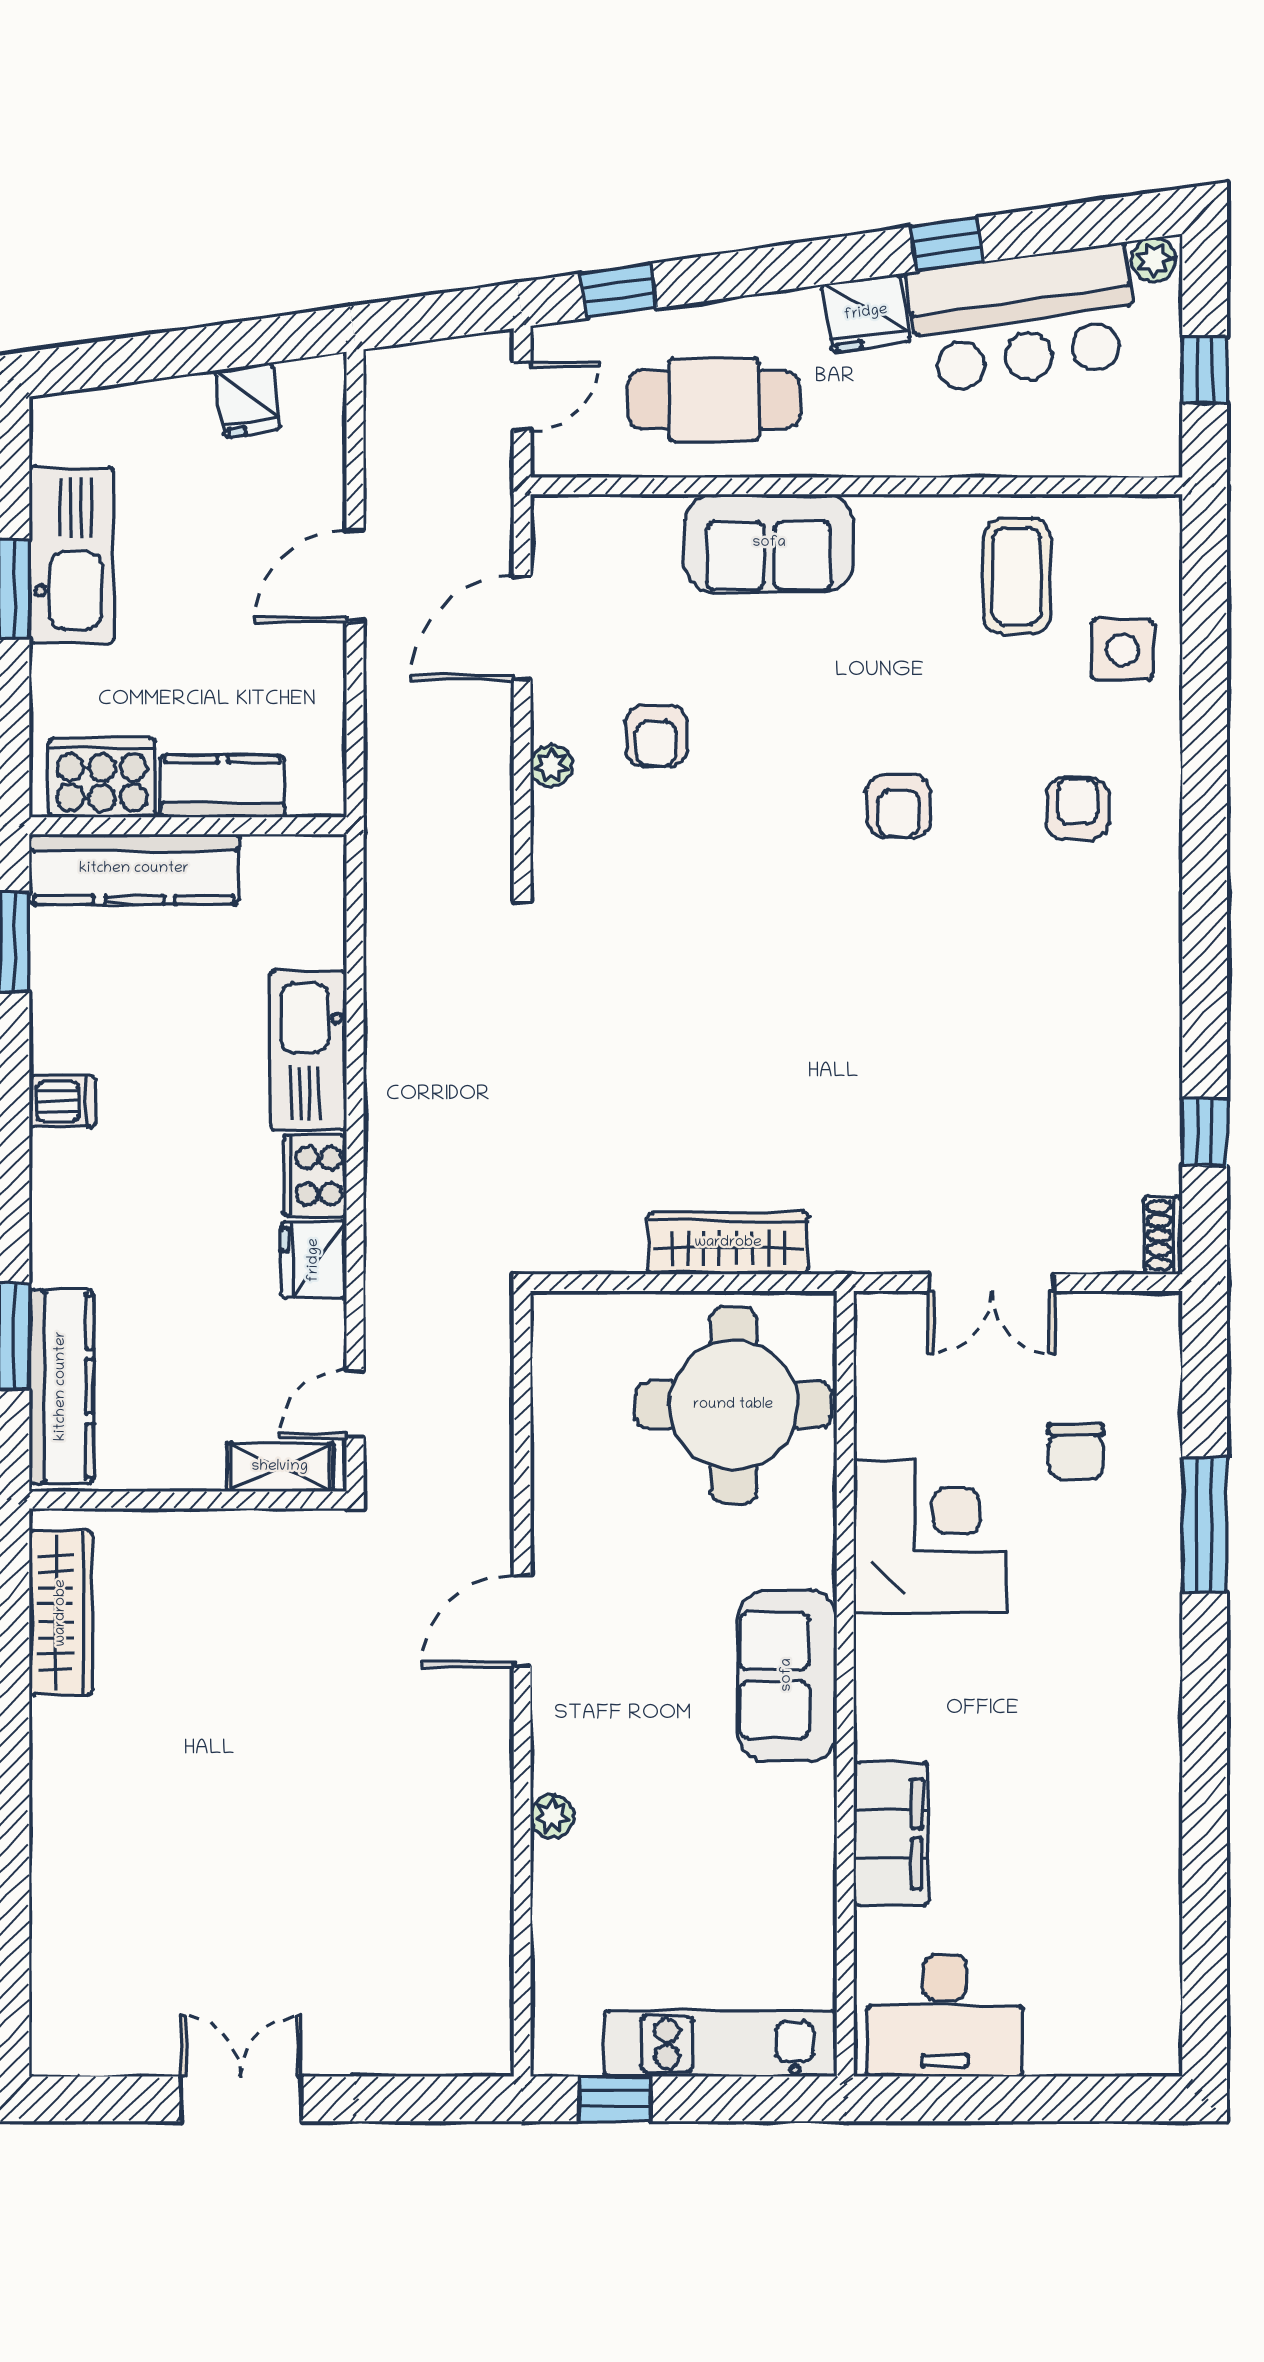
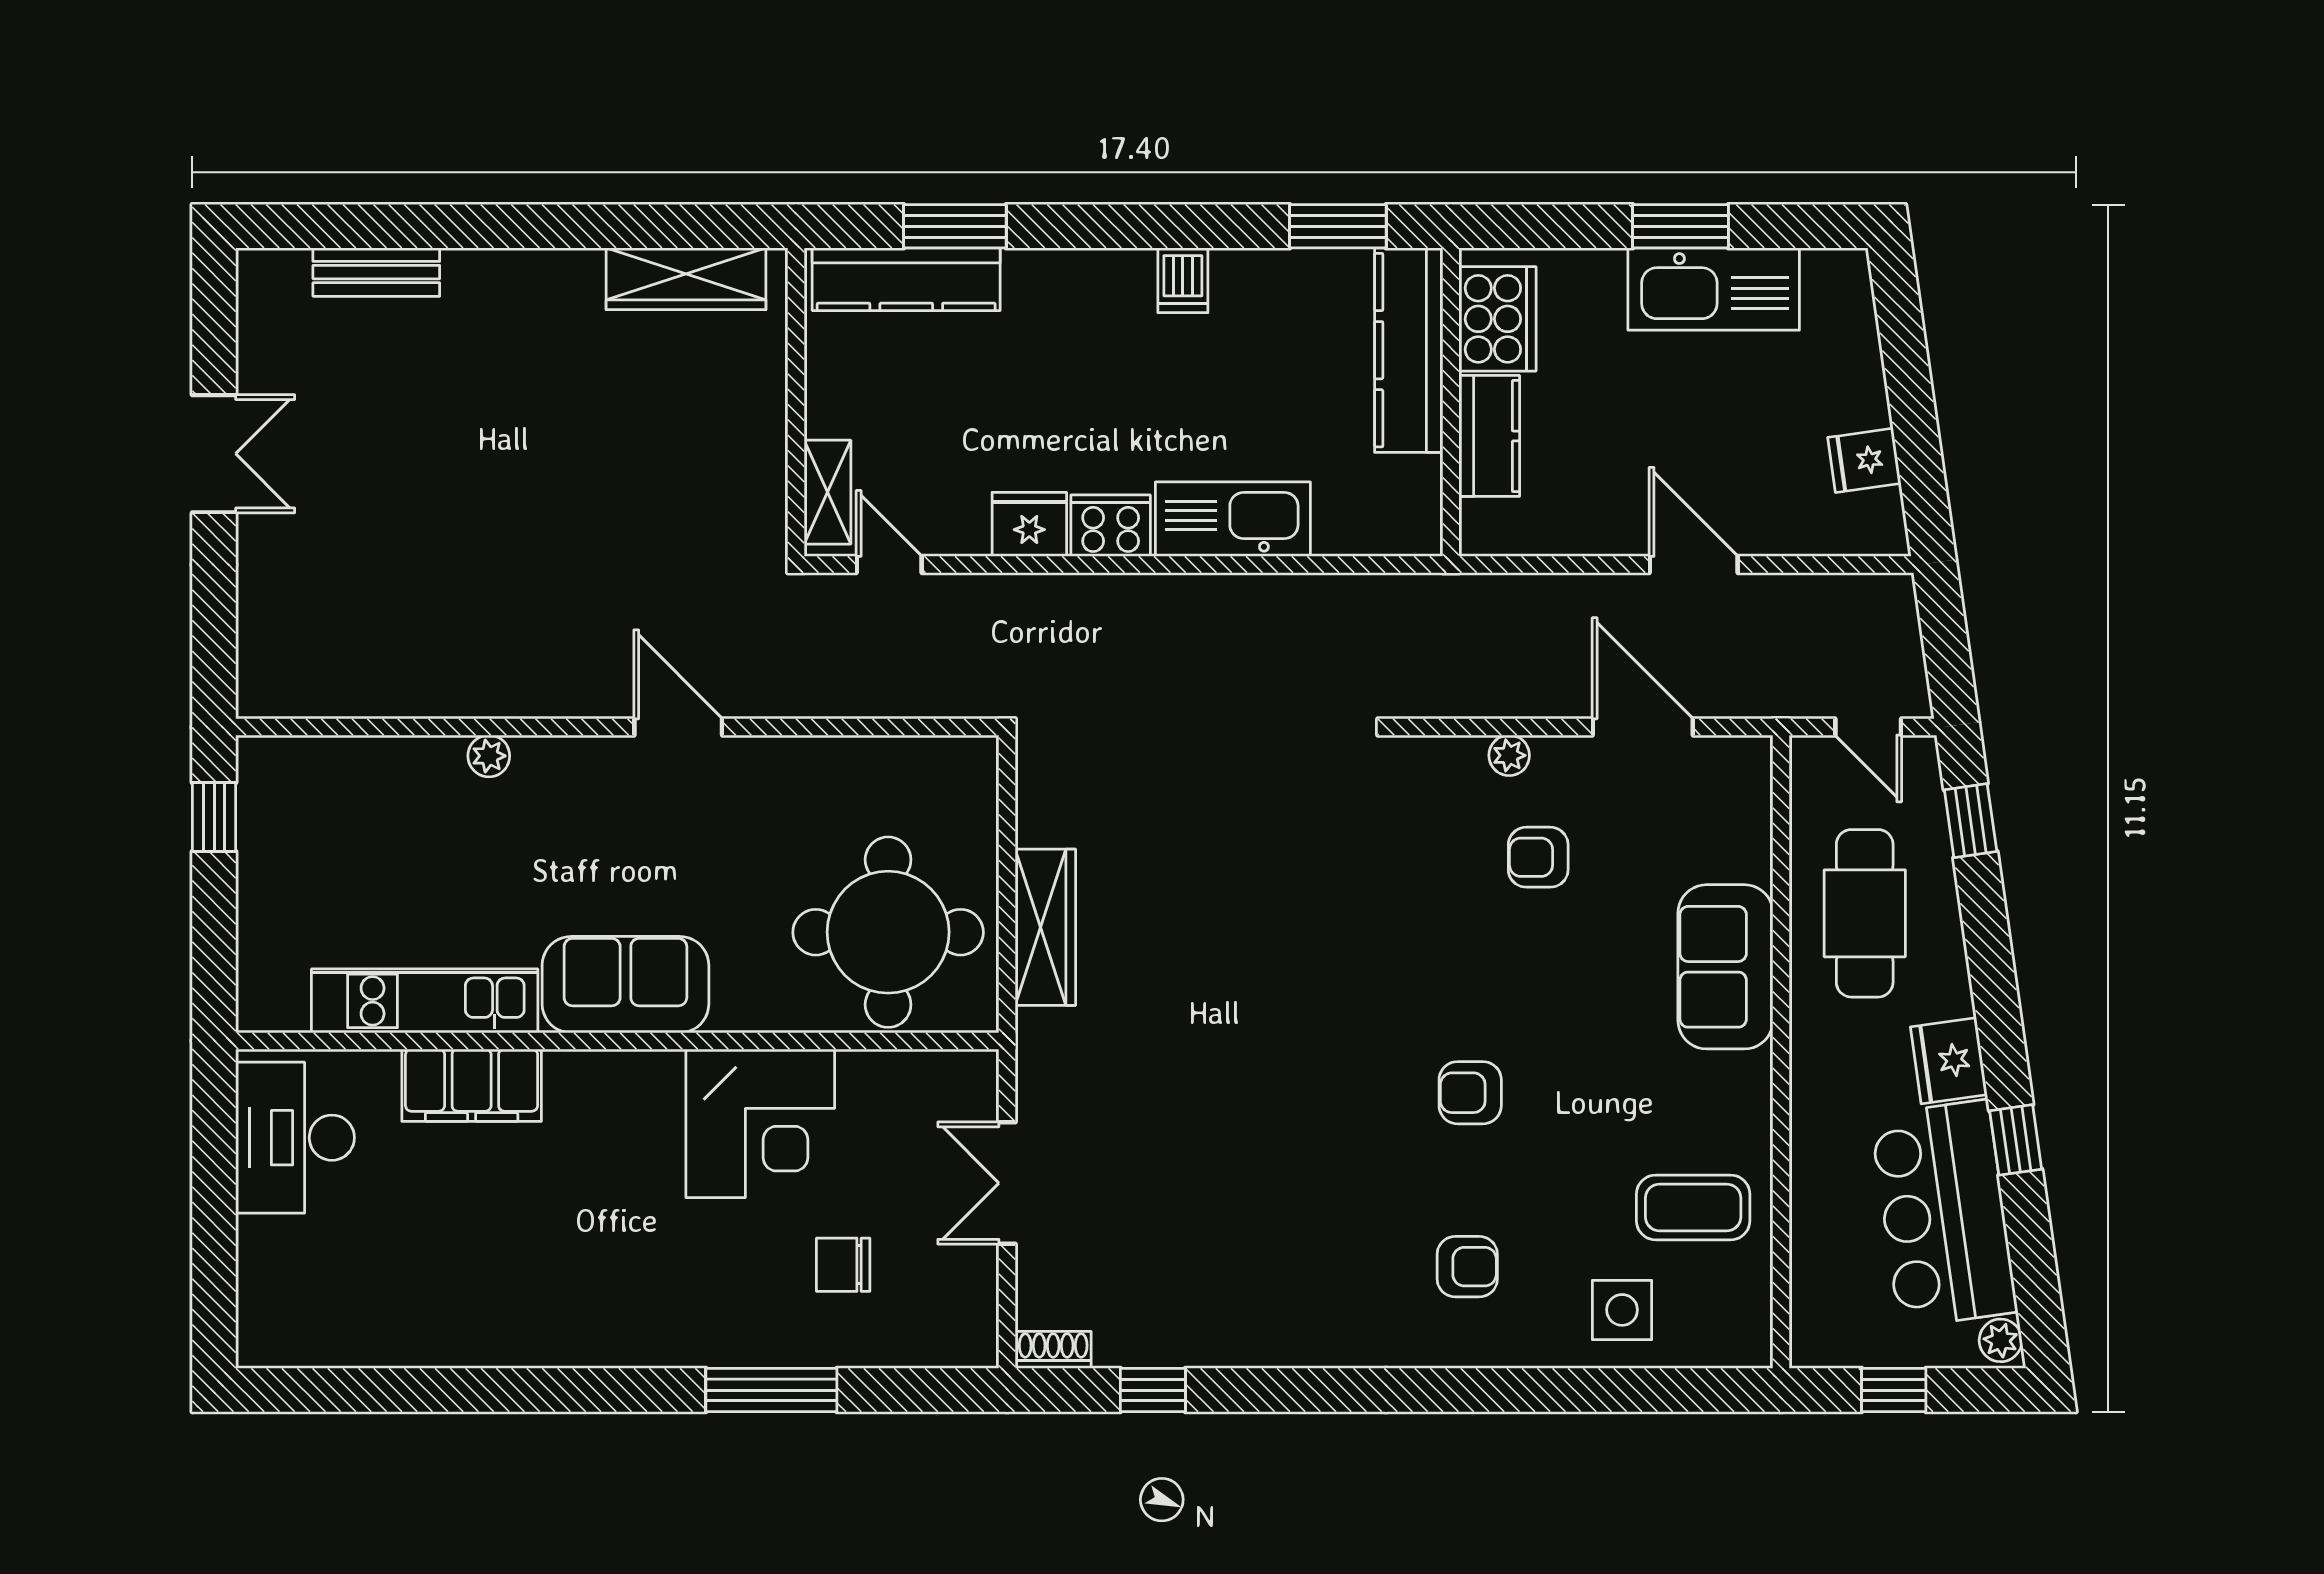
bench: (54, 1932) -> (376, 272), added
kitchen unit: (720, 2044) -> (425, 1001), moved, turned -90

